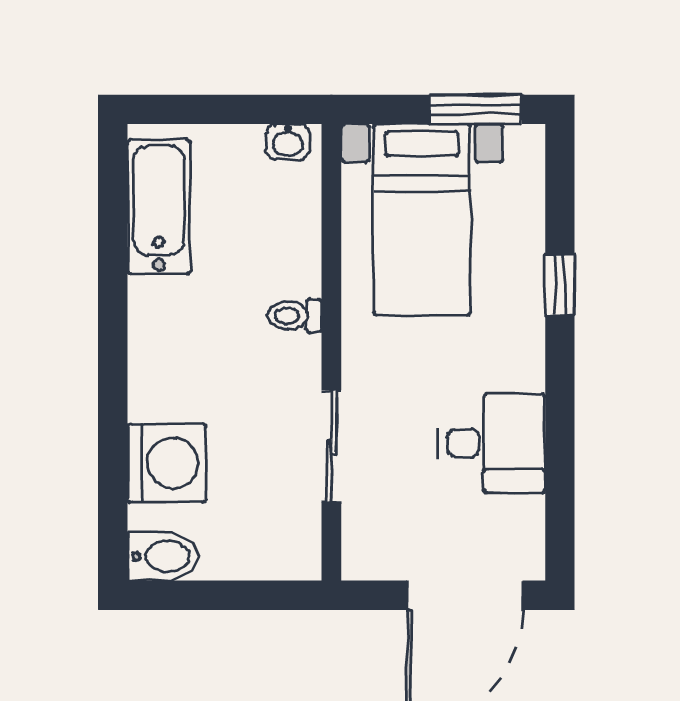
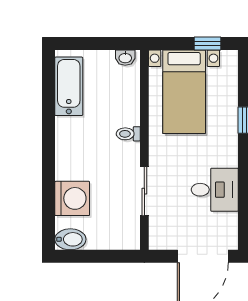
window: (476, 109) -> (207, 43), width x0.67

